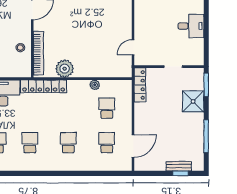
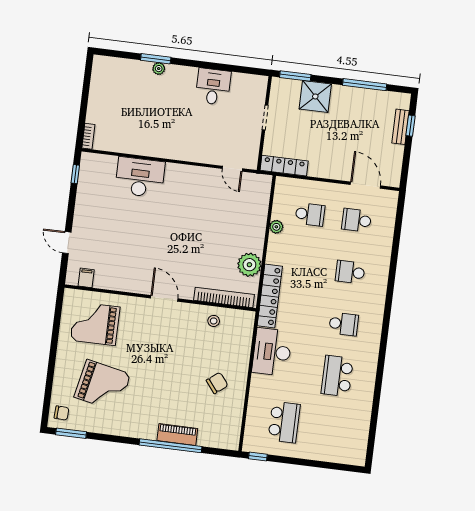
school desk: (107, 108) -> (310, 214), turned 180
school desk: (30, 143) -> (344, 324), turned 180

